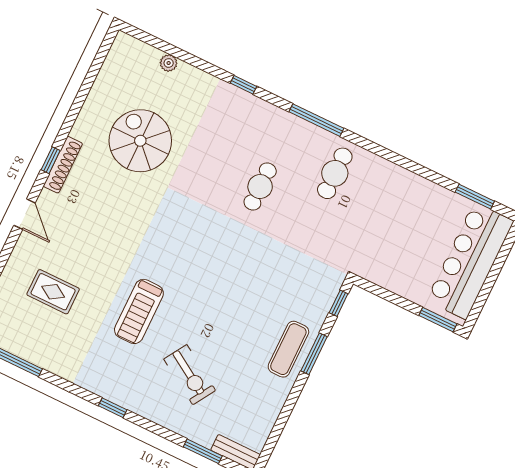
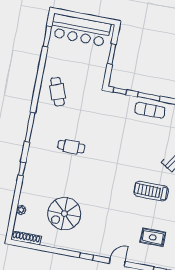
shoe rack: (63, 165) -> (26, 238), moved
cafe table: (335, 173) -> (58, 92), moved, turned 69
rug: (53, 292) -> (153, 237), turned 90
treadmill: (139, 311) -> (151, 191), turned 180
window: (438, 320) -> (112, 54), moved

